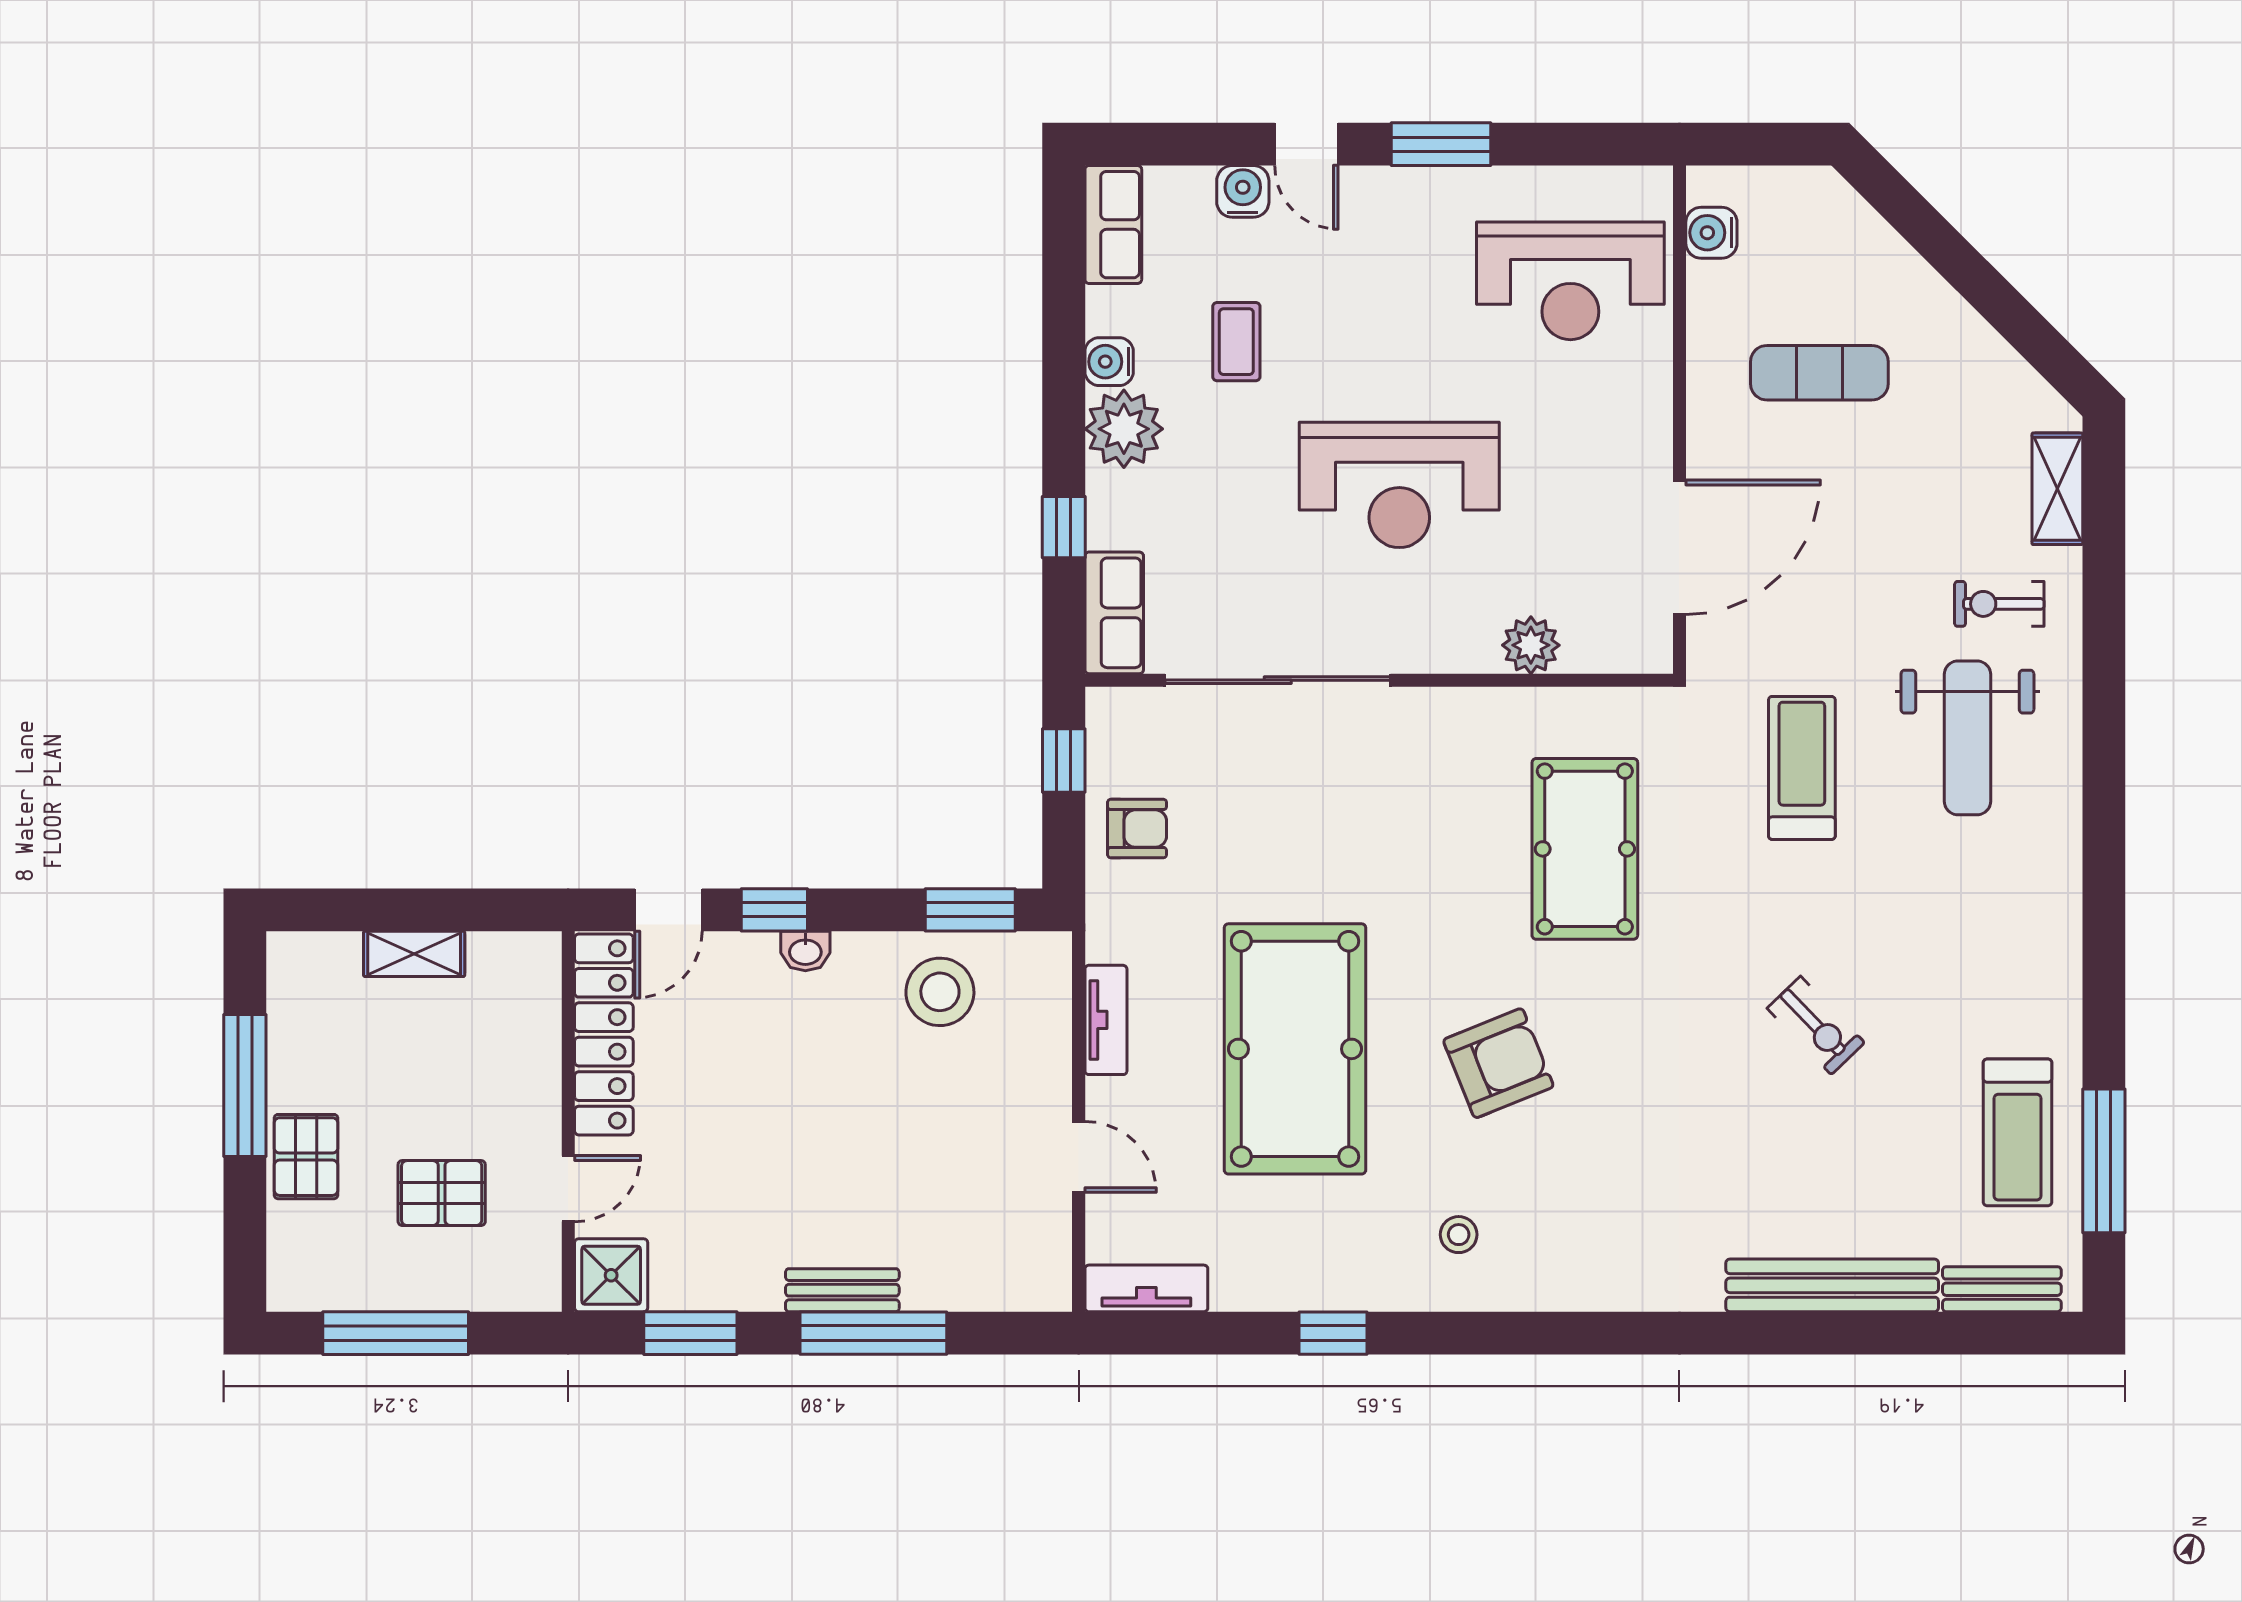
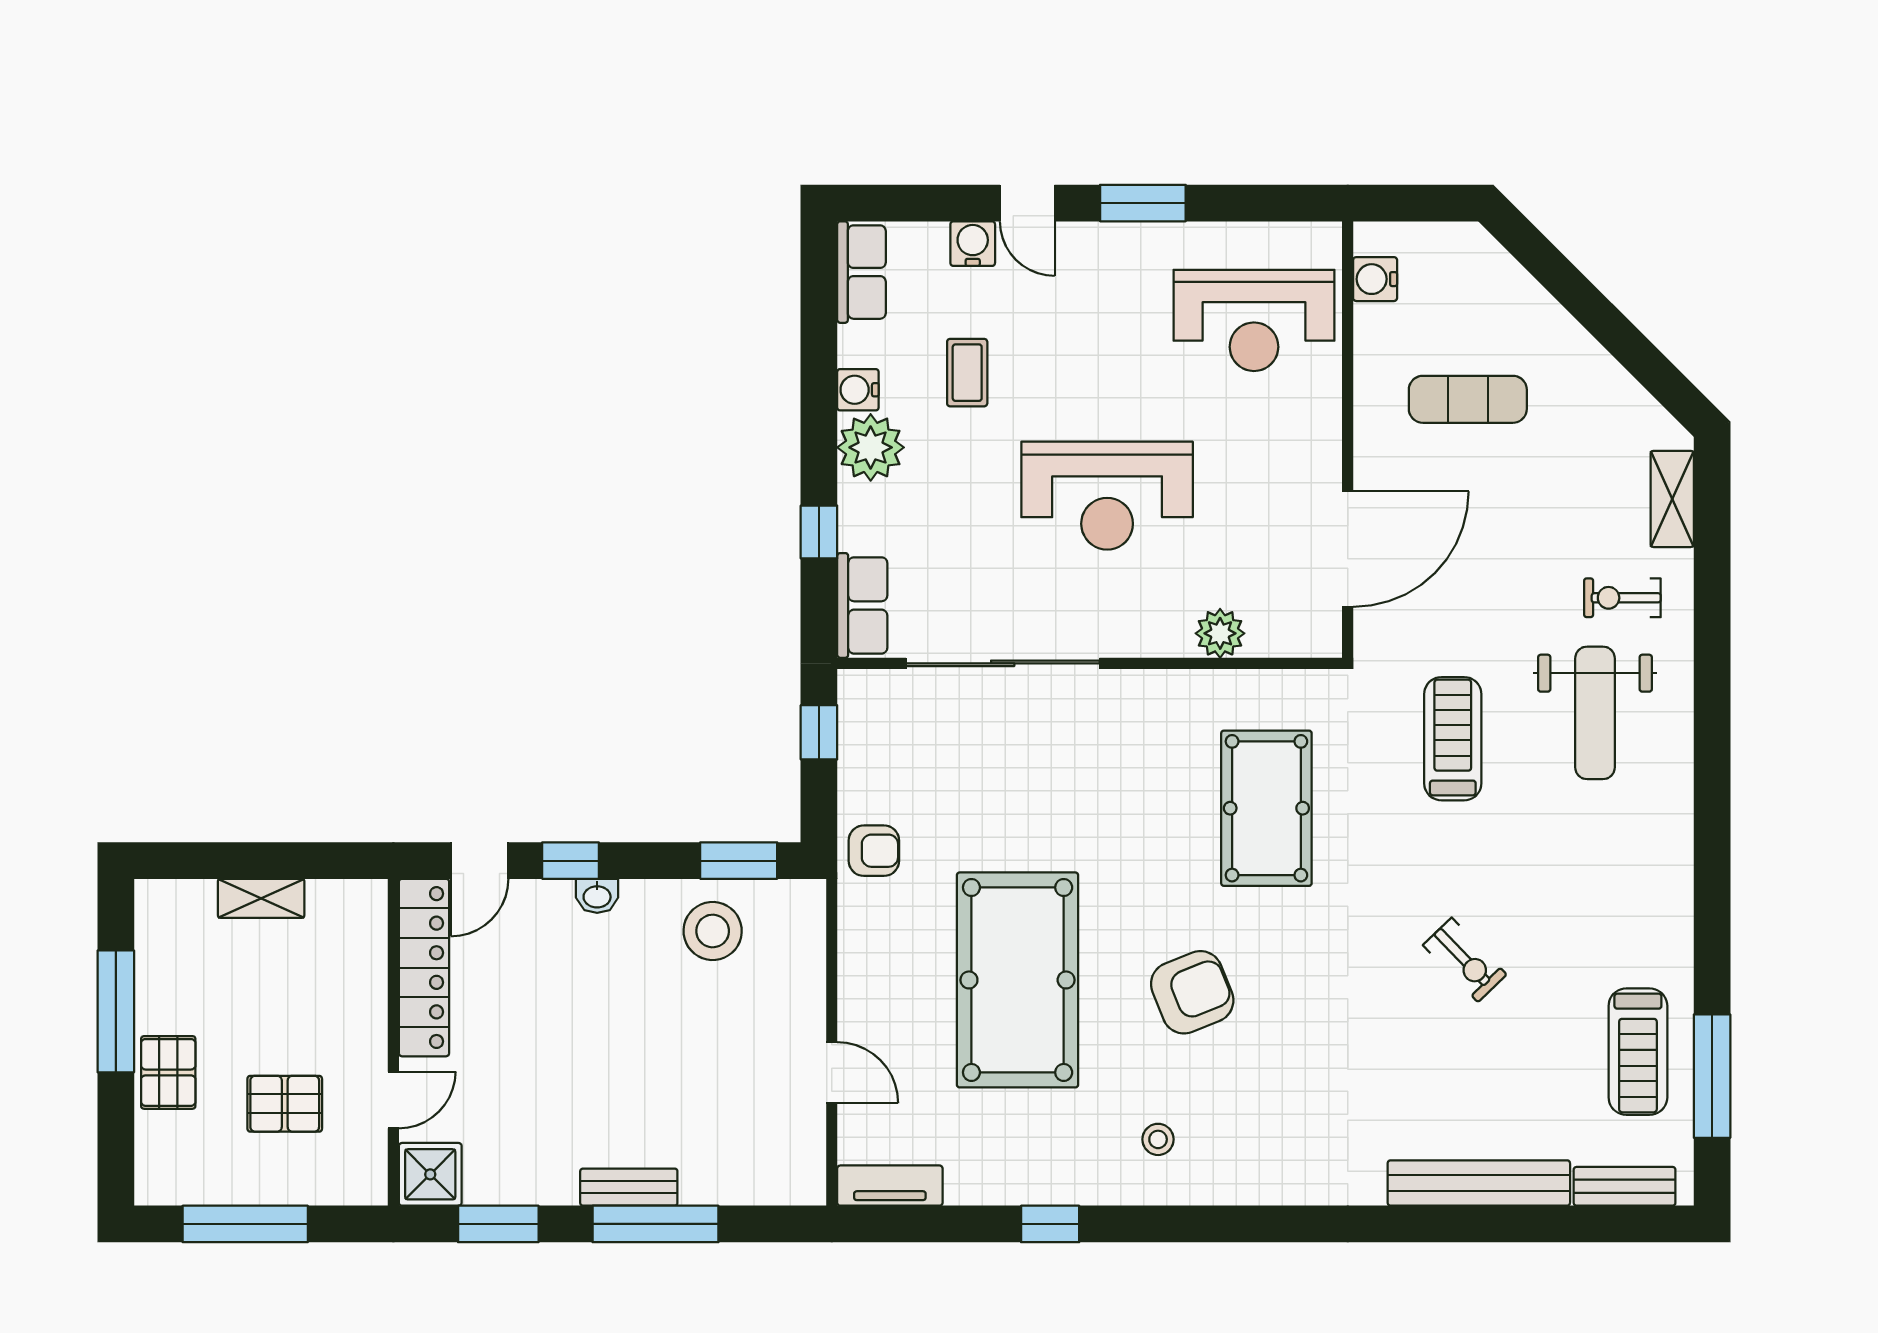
armchair: (1137, 829) -> (874, 851), moved
tv unit: (1106, 1020) -> (855, 955), removed

